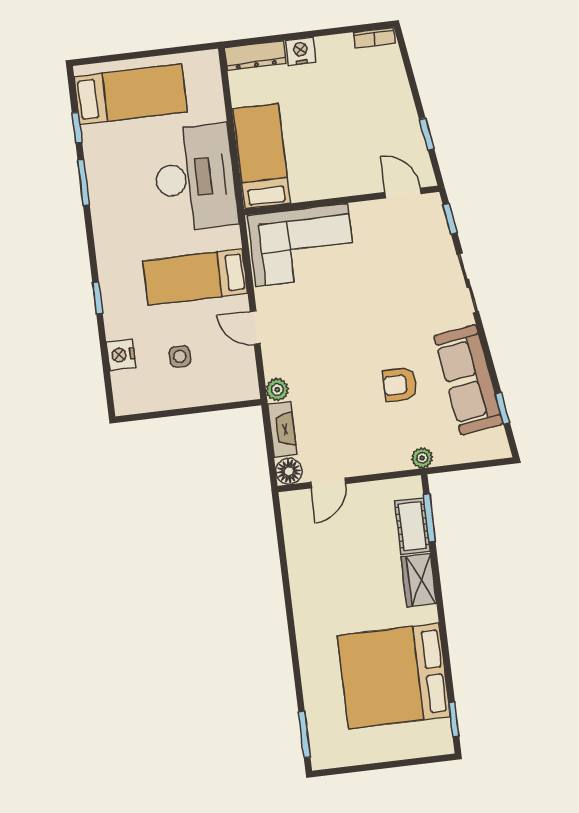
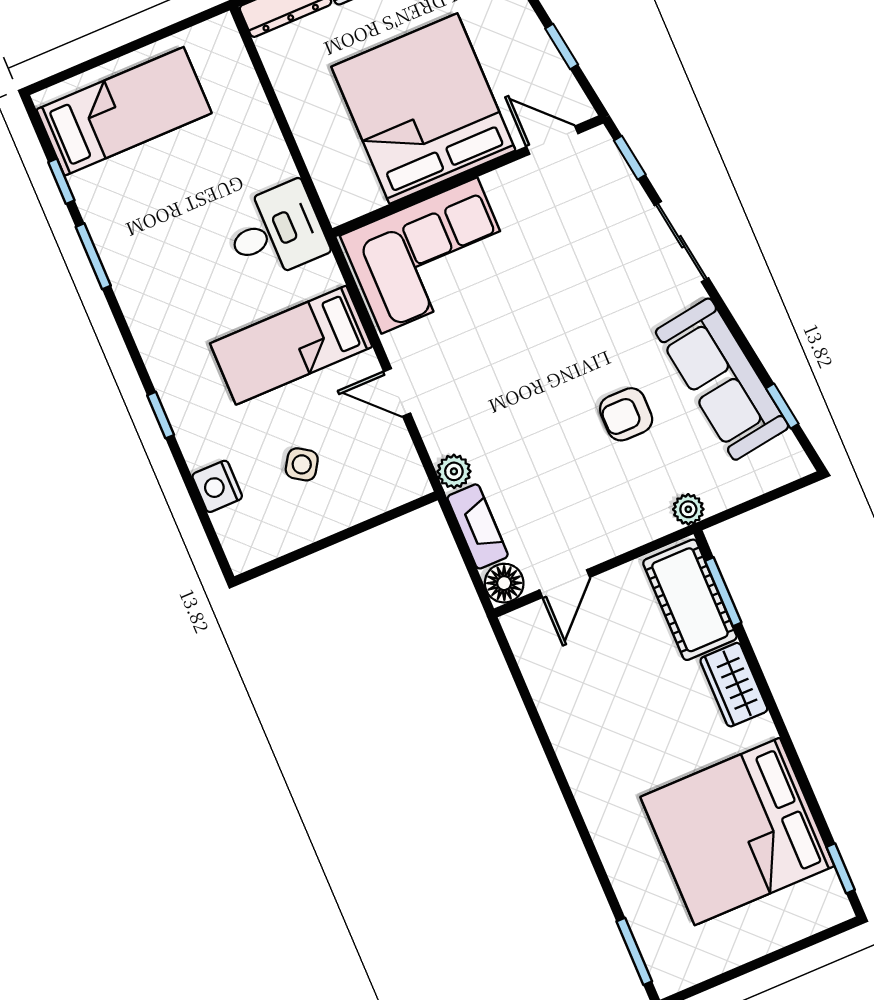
bed: (262, 156) -> (423, 109), moved, width x2.04
desk: (195, 178) -> (276, 231), width x0.53, depth x0.77
side table: (180, 356) -> (302, 464), turned 33
cot: (412, 526) -> (690, 600), width x1.37, depth x1.34

